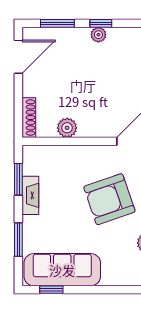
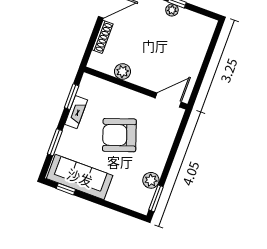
shoe rack: (29, 117) -> (103, 37), moved
armchair: (109, 199) -> (119, 135), moved

